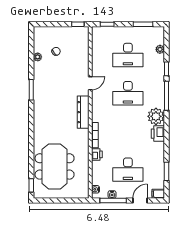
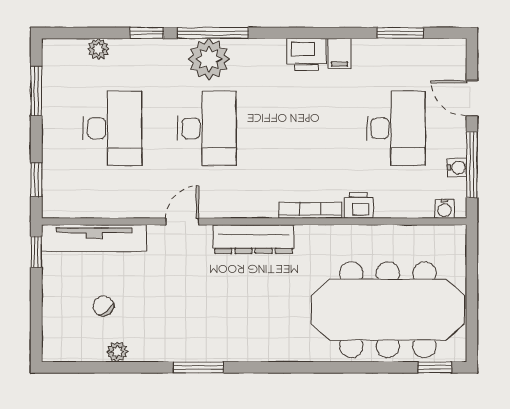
tv unit: (84, 48) -> (94, 238), added
door: (90, 83) -> (182, 221), hinge flipped
plant: (156, 116) -> (209, 59), moved
meeting table: (55, 166) -> (388, 310), width x1.36
filing cabinet: (158, 194) -> (340, 53), moved

